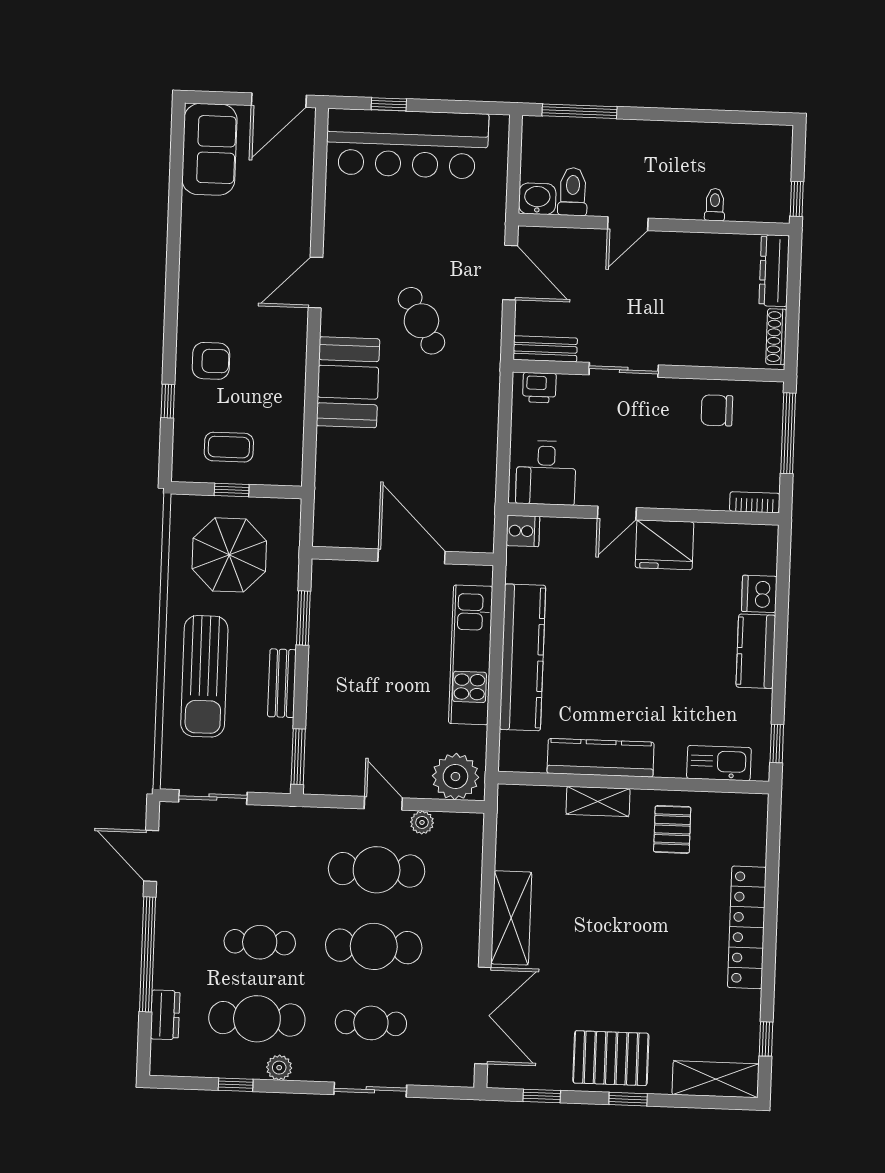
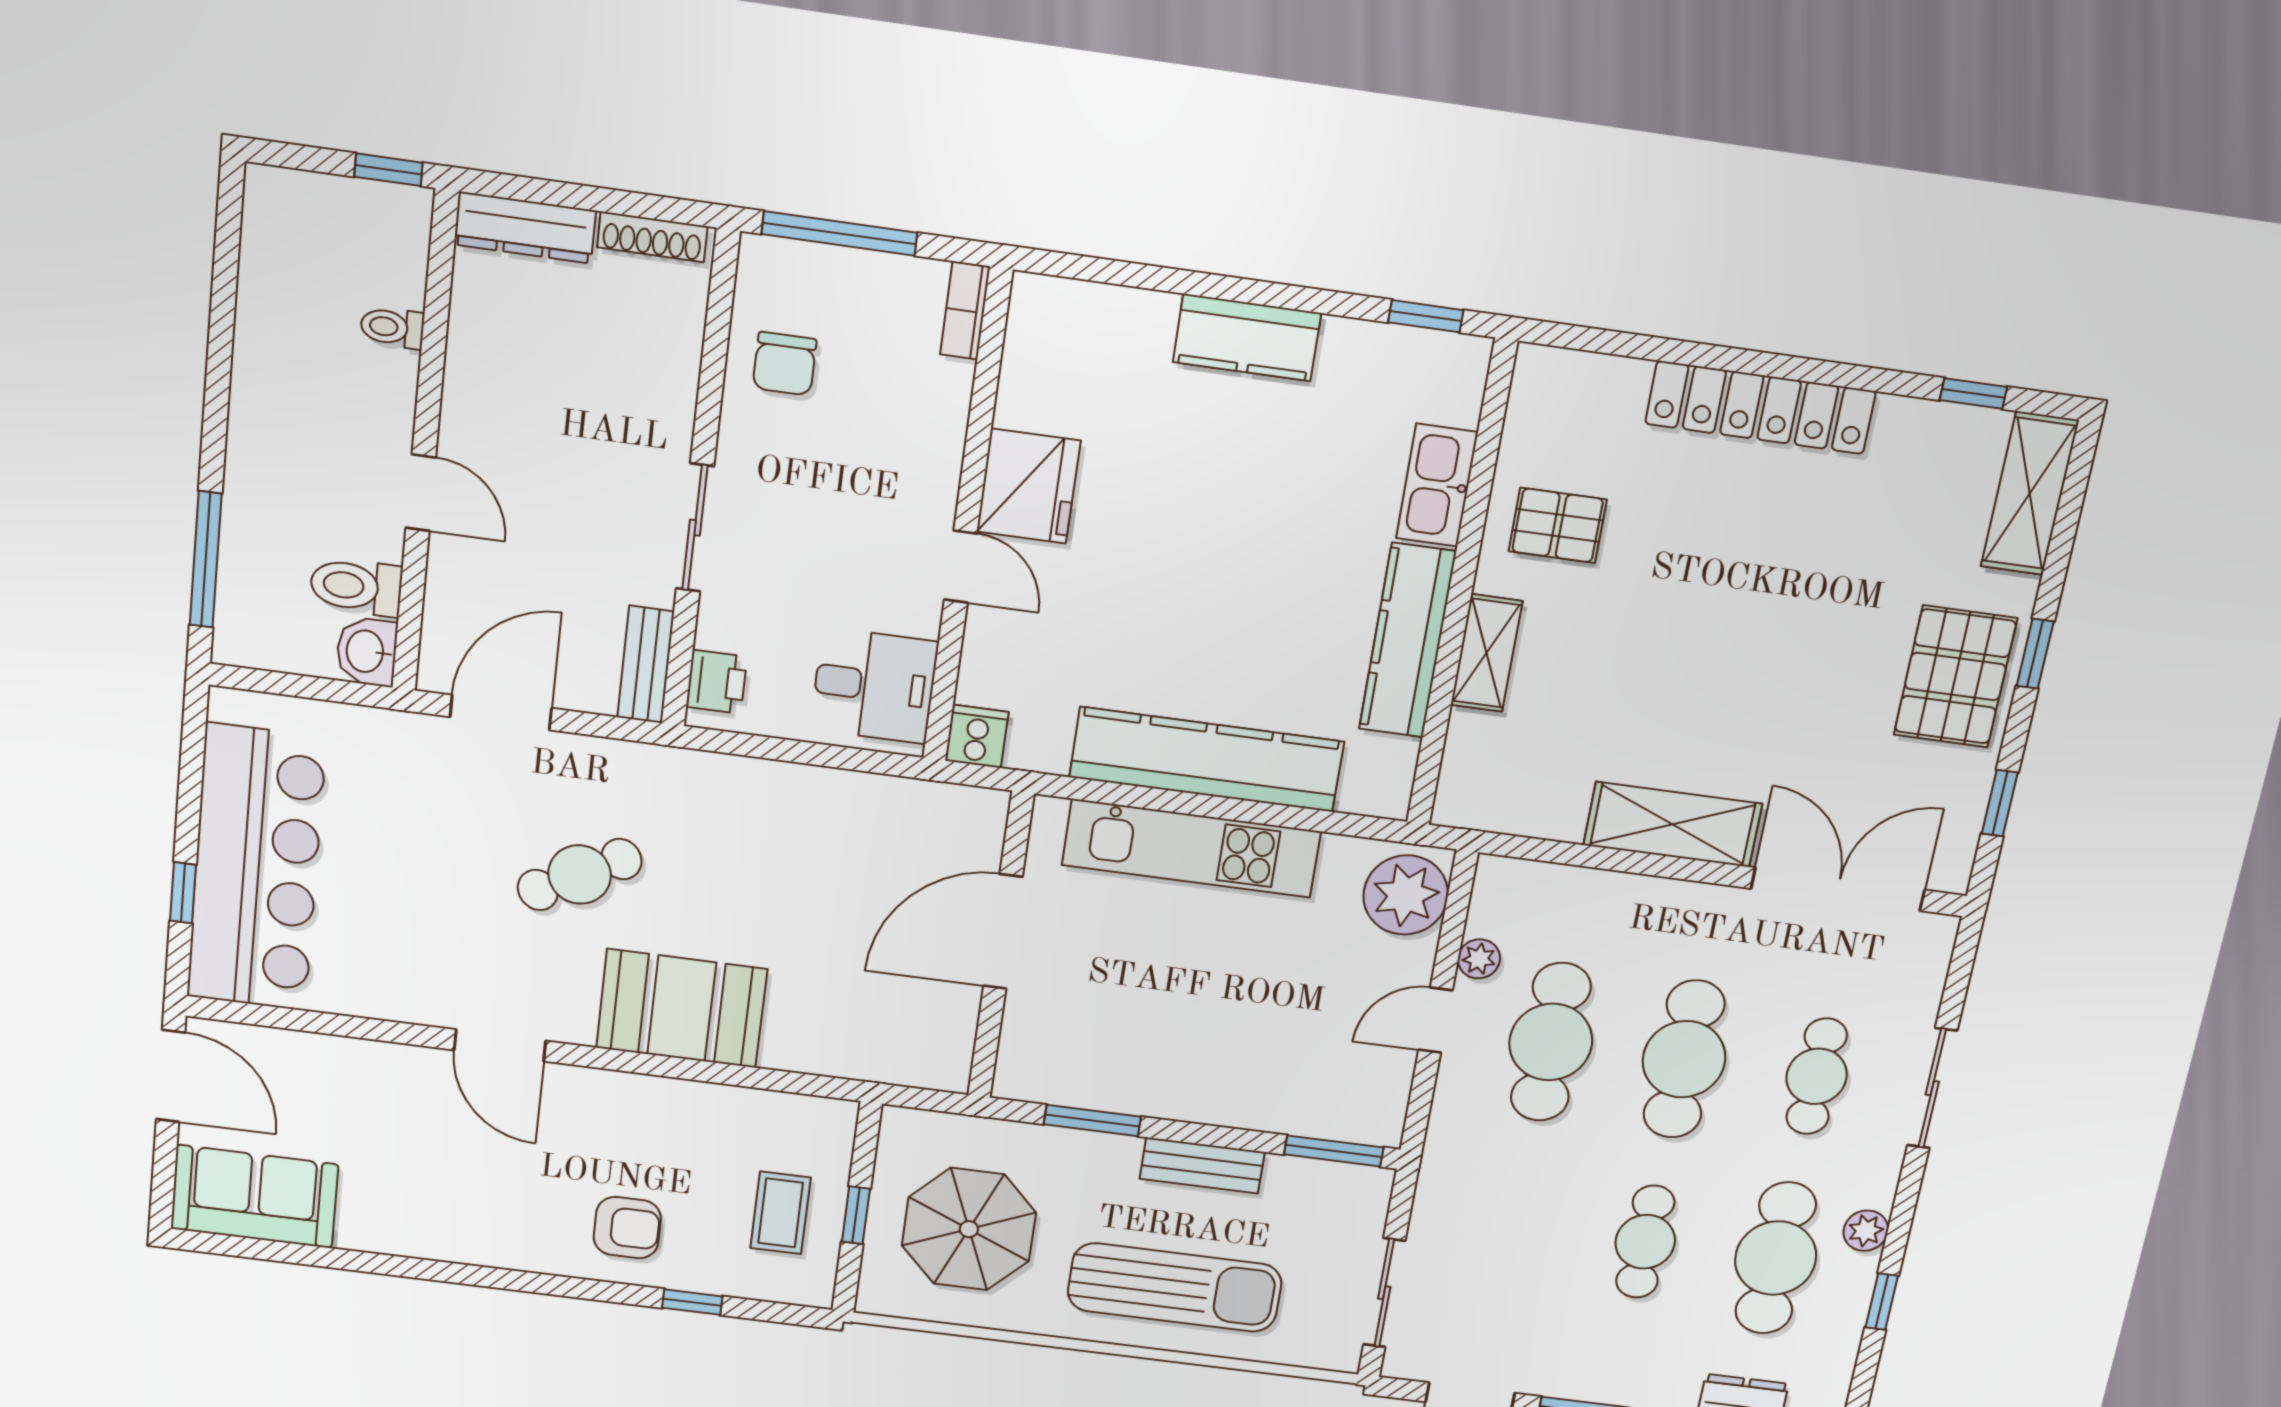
armchair: (211, 361) -> (627, 1228), turned 90
dishwasher: (759, 594) -> (1140, 320), removed
kitchen sink: (719, 763) -> (1437, 485), moved

